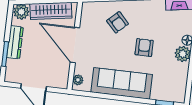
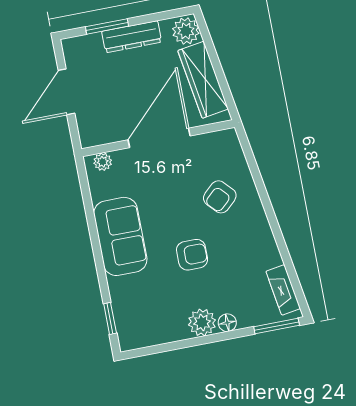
sofa: (122, 83) -> (120, 236), width x0.73

